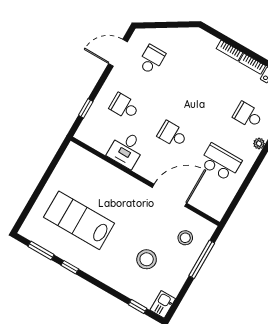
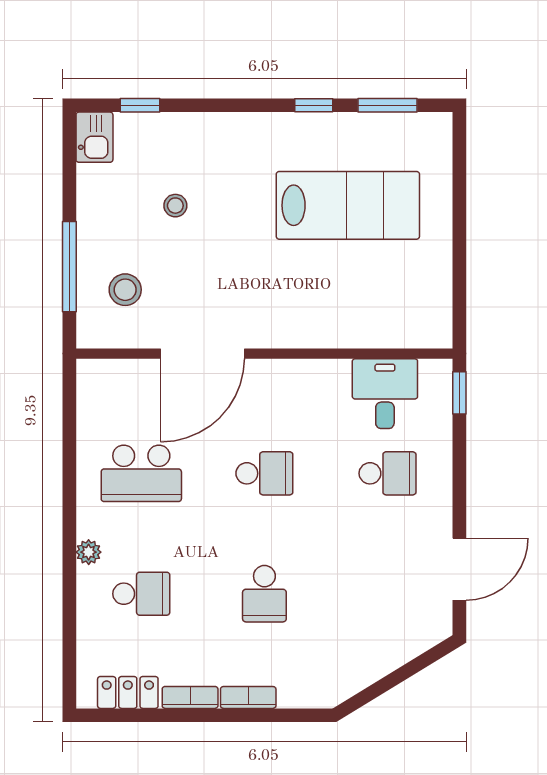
school desk: (152, 60) -> (264, 594), moved
window: (86, 108) -> (459, 393), moved
desk: (126, 149) -> (385, 394), moved
stool: (147, 259) -> (175, 206), width x0.53, depth x0.53

